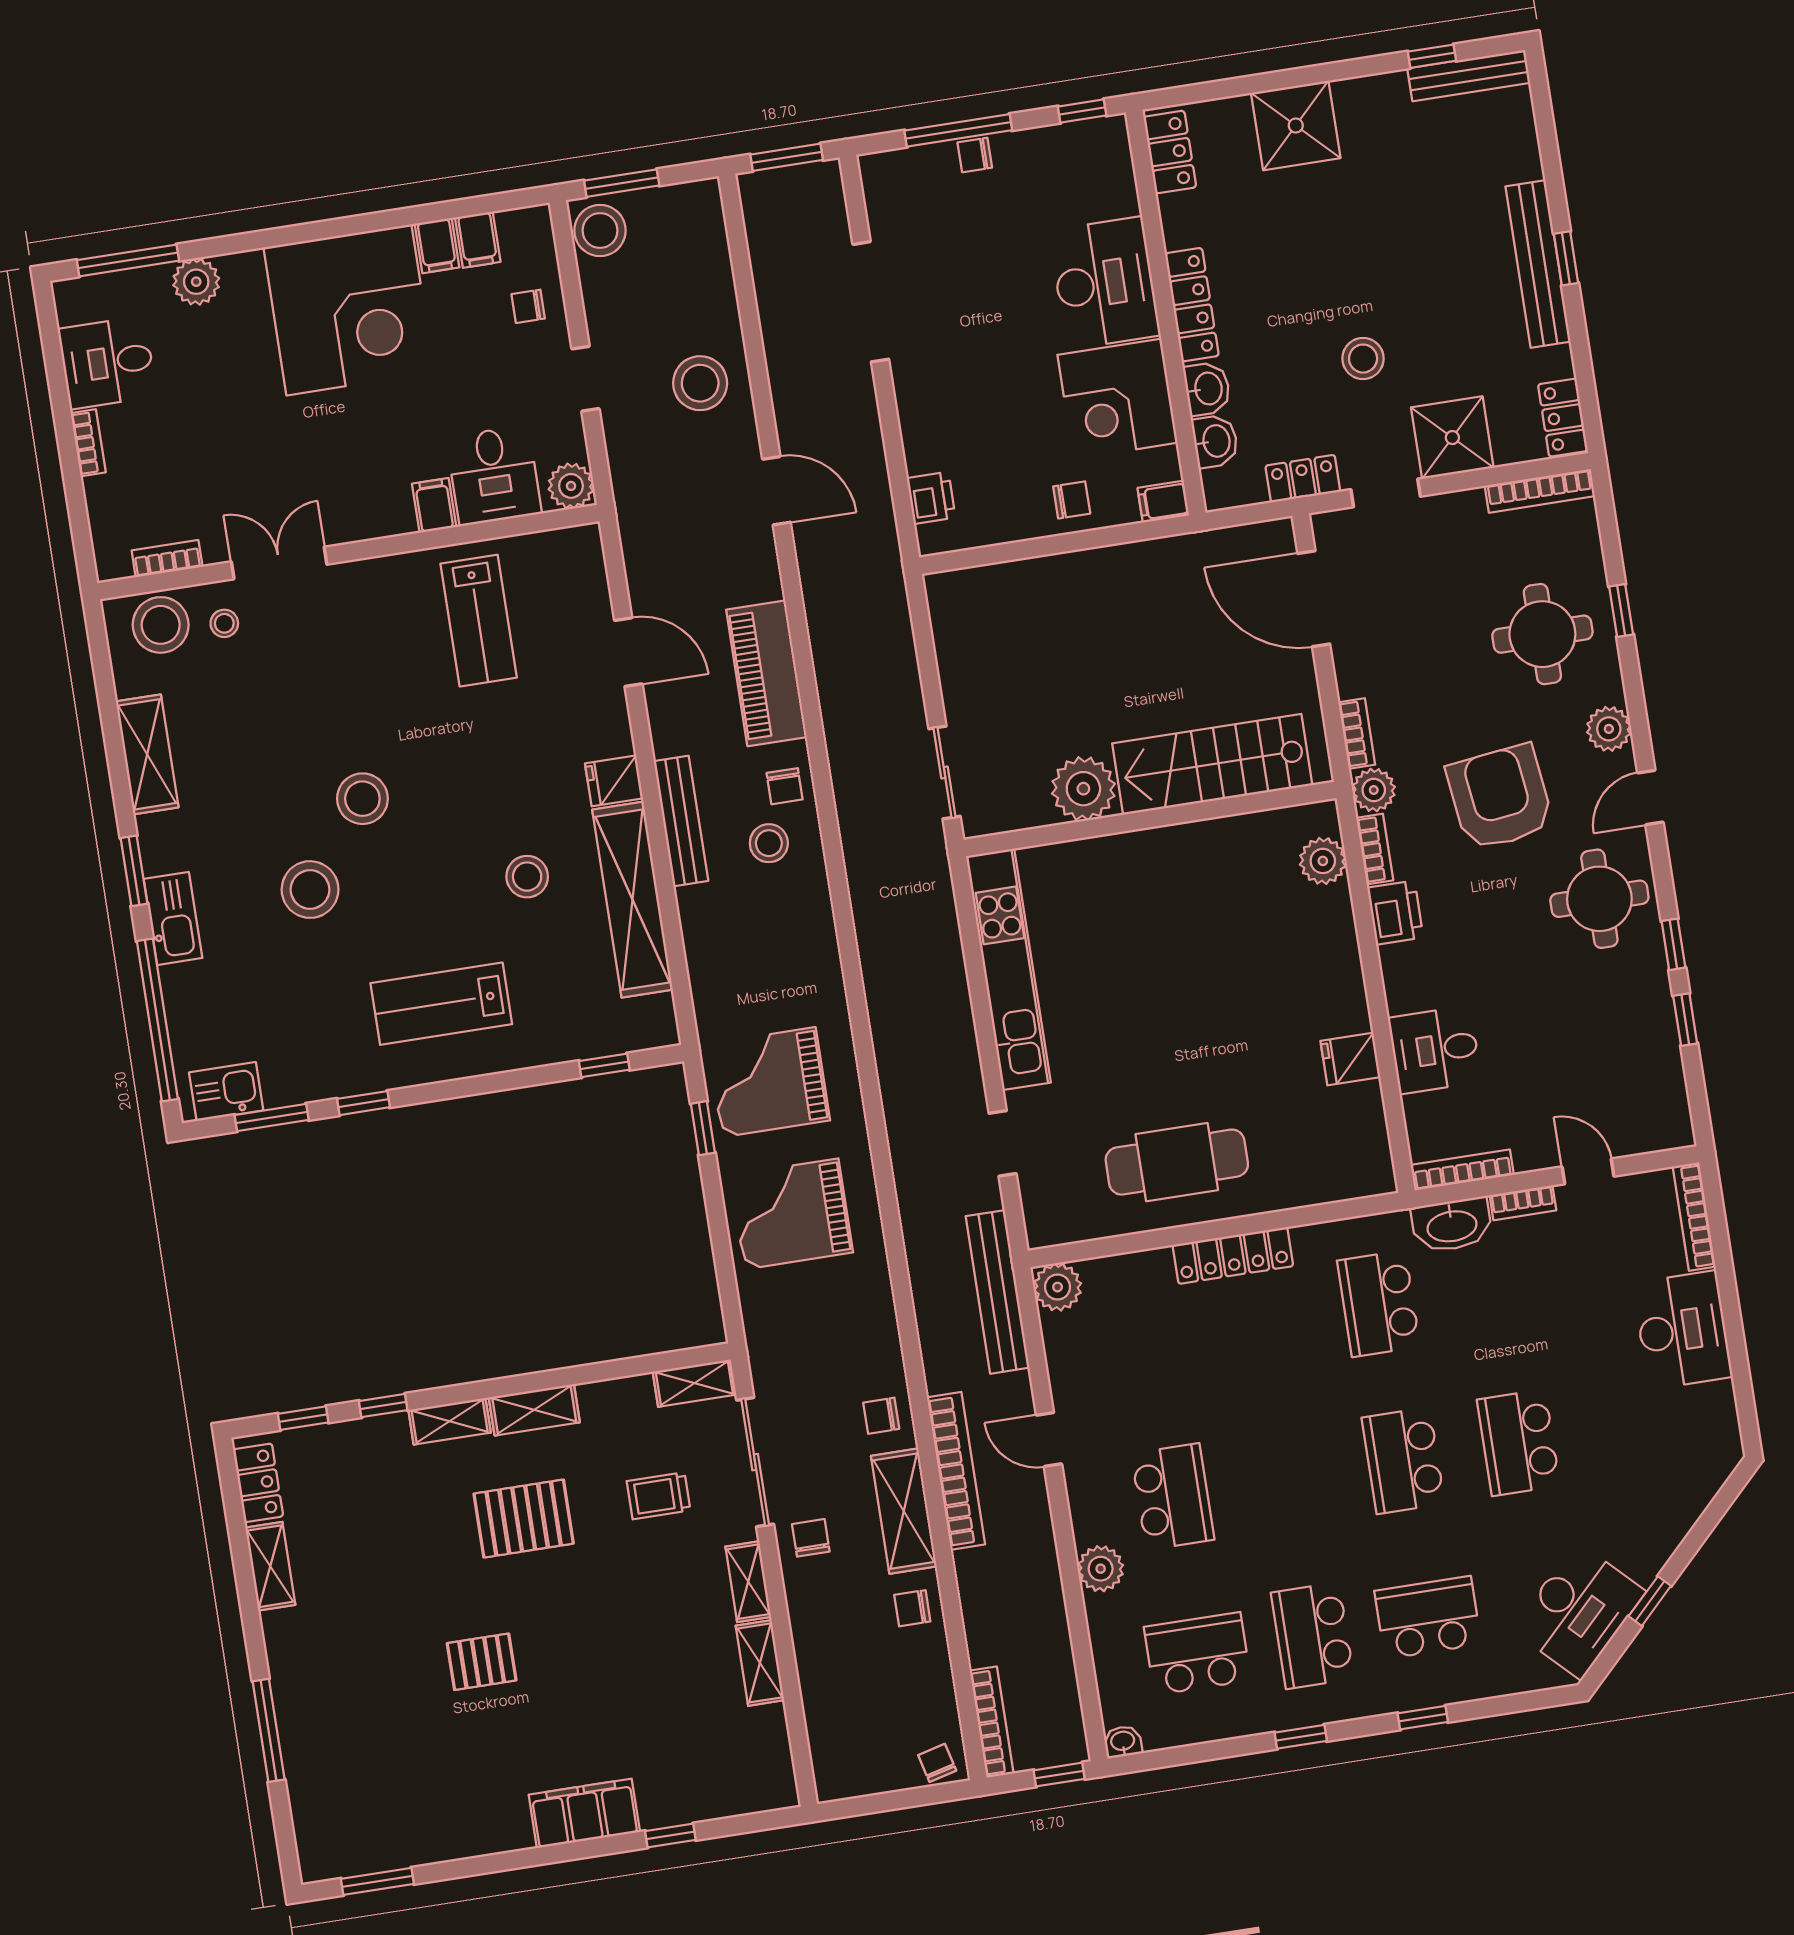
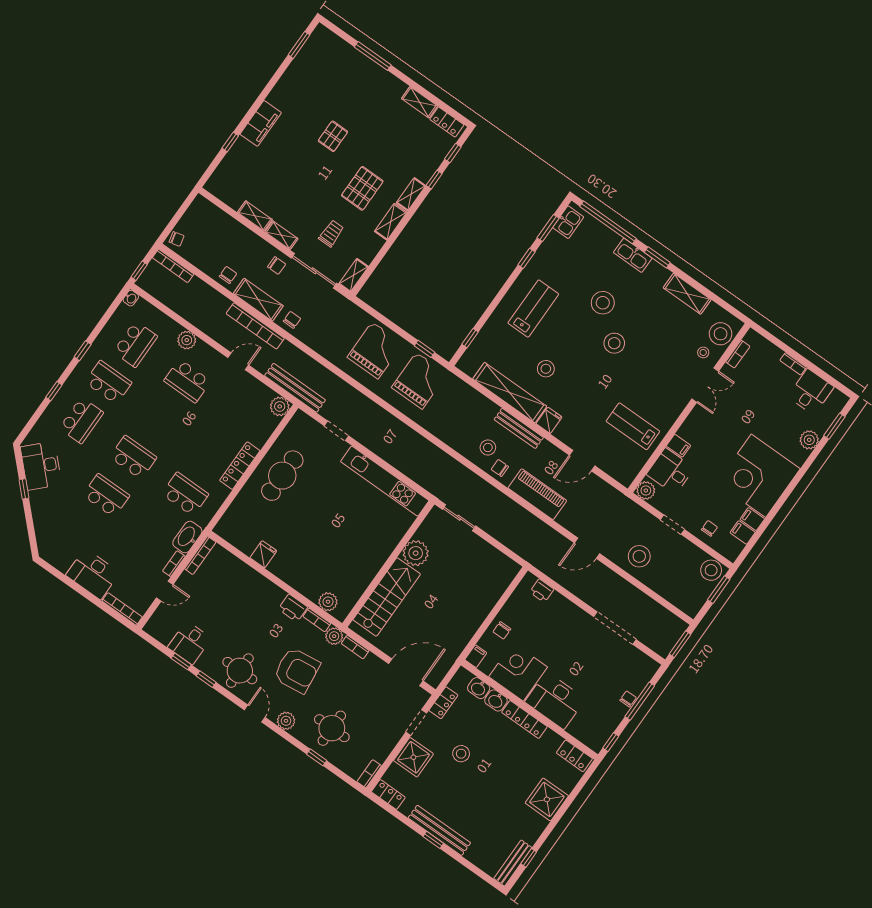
window: (128, 260) -> (834, 426), width x0.69
bookcase: (1540, 491) -> (369, 774), width x0.64
desk: (1435, 1050) -> (189, 643), moved, turned 180

